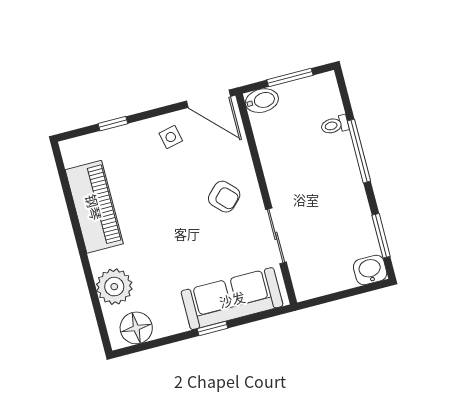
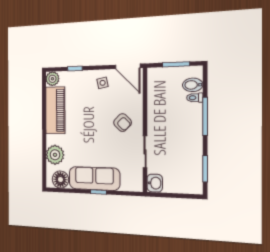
bidet: (262, 101) -> (193, 85), moved, turned 180
plant: (74, 151) -> (52, 79), added
washbasin: (370, 270) -> (155, 183), moved, turned 90
sofa: (232, 299) -> (94, 178), moved

